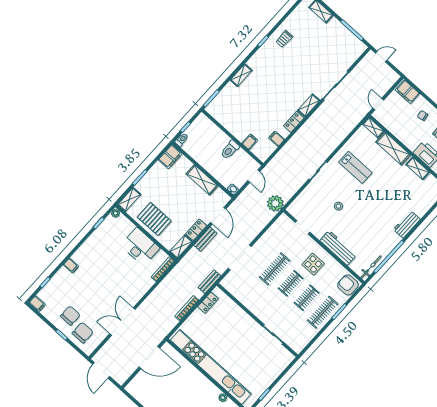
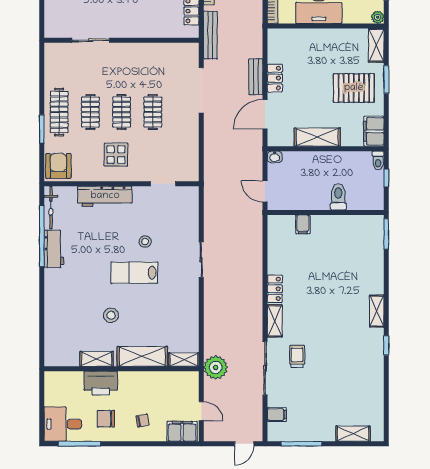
trolley: (284, 39) -> (297, 356), moved
shelving: (241, 75) -> (377, 311), moved
door: (378, 104) -> (201, 411), moved
filing cabinet: (277, 139) -> (277, 415), moved
toilet: (230, 150) -> (338, 197), moved
lab bench: (355, 167) -> (134, 273), moved
stool: (390, 184) -> (111, 315), added
plant: (275, 203) -> (216, 367), moved
door: (218, 216) -> (265, 114), hinge flipped
pallet: (154, 219) -> (354, 88), moved
workbench: (407, 224) -> (54, 249), moved
shelving: (181, 247) -> (275, 45), removed
clothes rail: (275, 269) -> (153, 112), width x0.73
bench: (209, 282) -> (210, 35), width x1.36
armchair: (348, 285) -> (58, 166), turned -90

